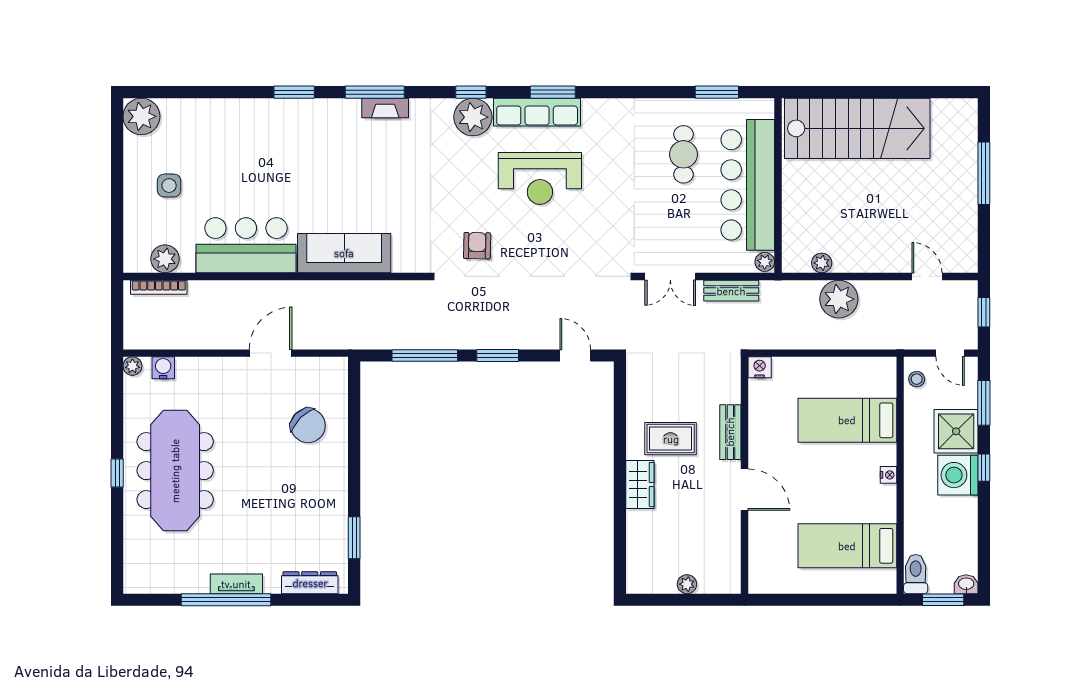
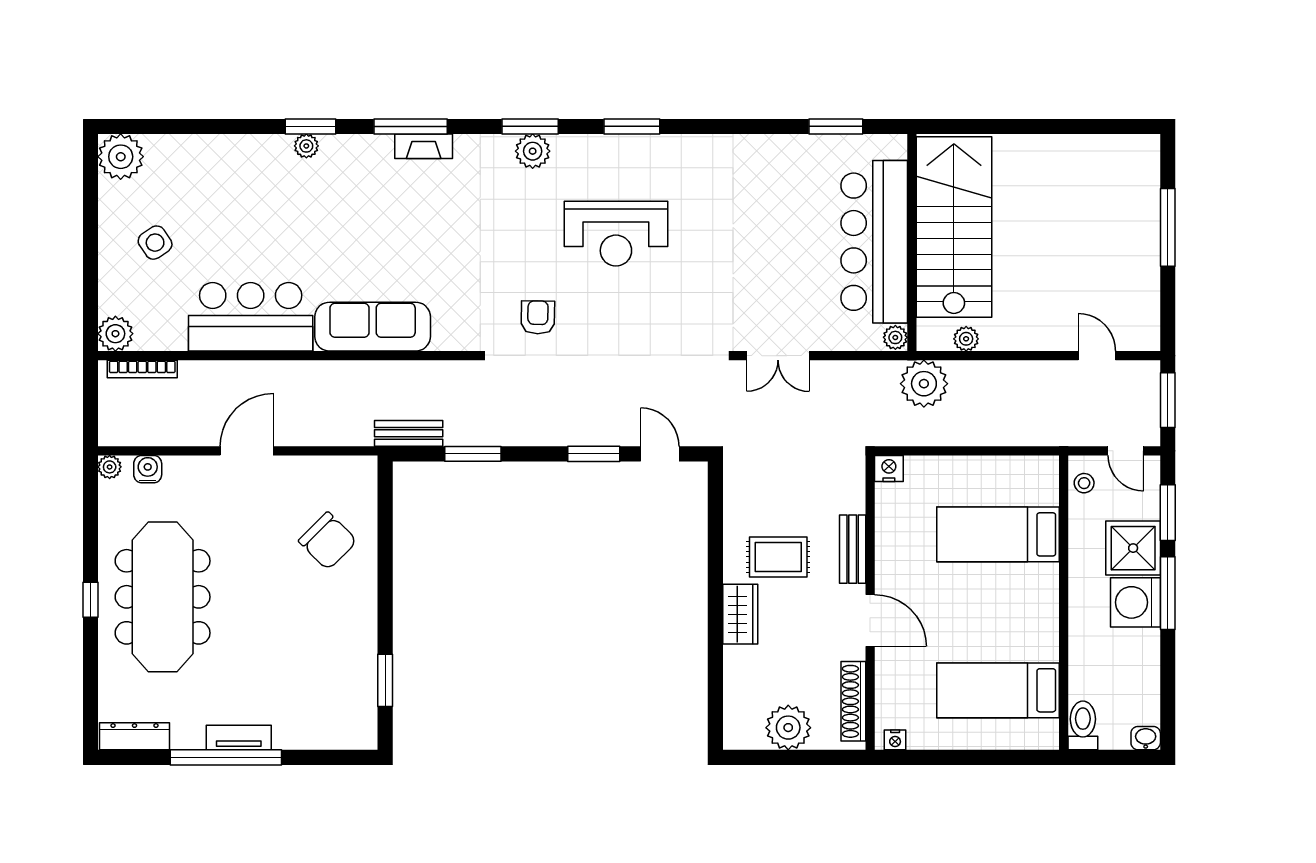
window: (471, 92) -> (530, 126), width x1.50
plant: (291, 108) -> (306, 146), added
row of seats: (537, 112) -> (612, 151), removed
plant: (473, 117) -> (533, 151), width x0.73, depth x0.73
stairs: (857, 128) -> (954, 227), moved, turned -90
cafe table: (683, 154) -> (794, 204), removed
side table: (169, 186) -> (155, 243), turned -34
plant: (165, 259) -> (115, 334), moved
bench: (731, 291) -> (409, 433), moved
plant: (839, 299) -> (924, 384), moved
window: (984, 312) -> (1168, 400), width x1.50
door: (271, 353) -> (247, 451), moved
window: (425, 356) -> (473, 454), width x0.69
window: (498, 356) -> (594, 454), moved
window: (984, 468) -> (1168, 593), width x2.17
nightstand: (888, 475) -> (895, 740), moved, turned 90
shoe rack: (731, 555) -> (853, 701), added
dresser: (310, 583) -> (134, 736), moved
plant: (687, 584) -> (788, 728), width x1.88, depth x1.88
window: (943, 600) -> (1117, 757), removed

